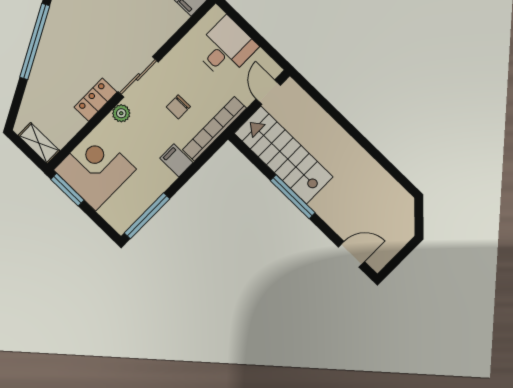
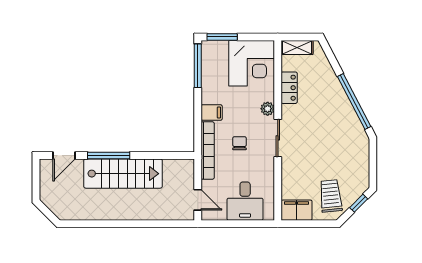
locker: (95, 100) -> (289, 88), moved
stairs: (284, 155) -> (123, 174), moved
window: (67, 190) -> (222, 37), moved
window: (293, 197) -> (109, 155), moved

